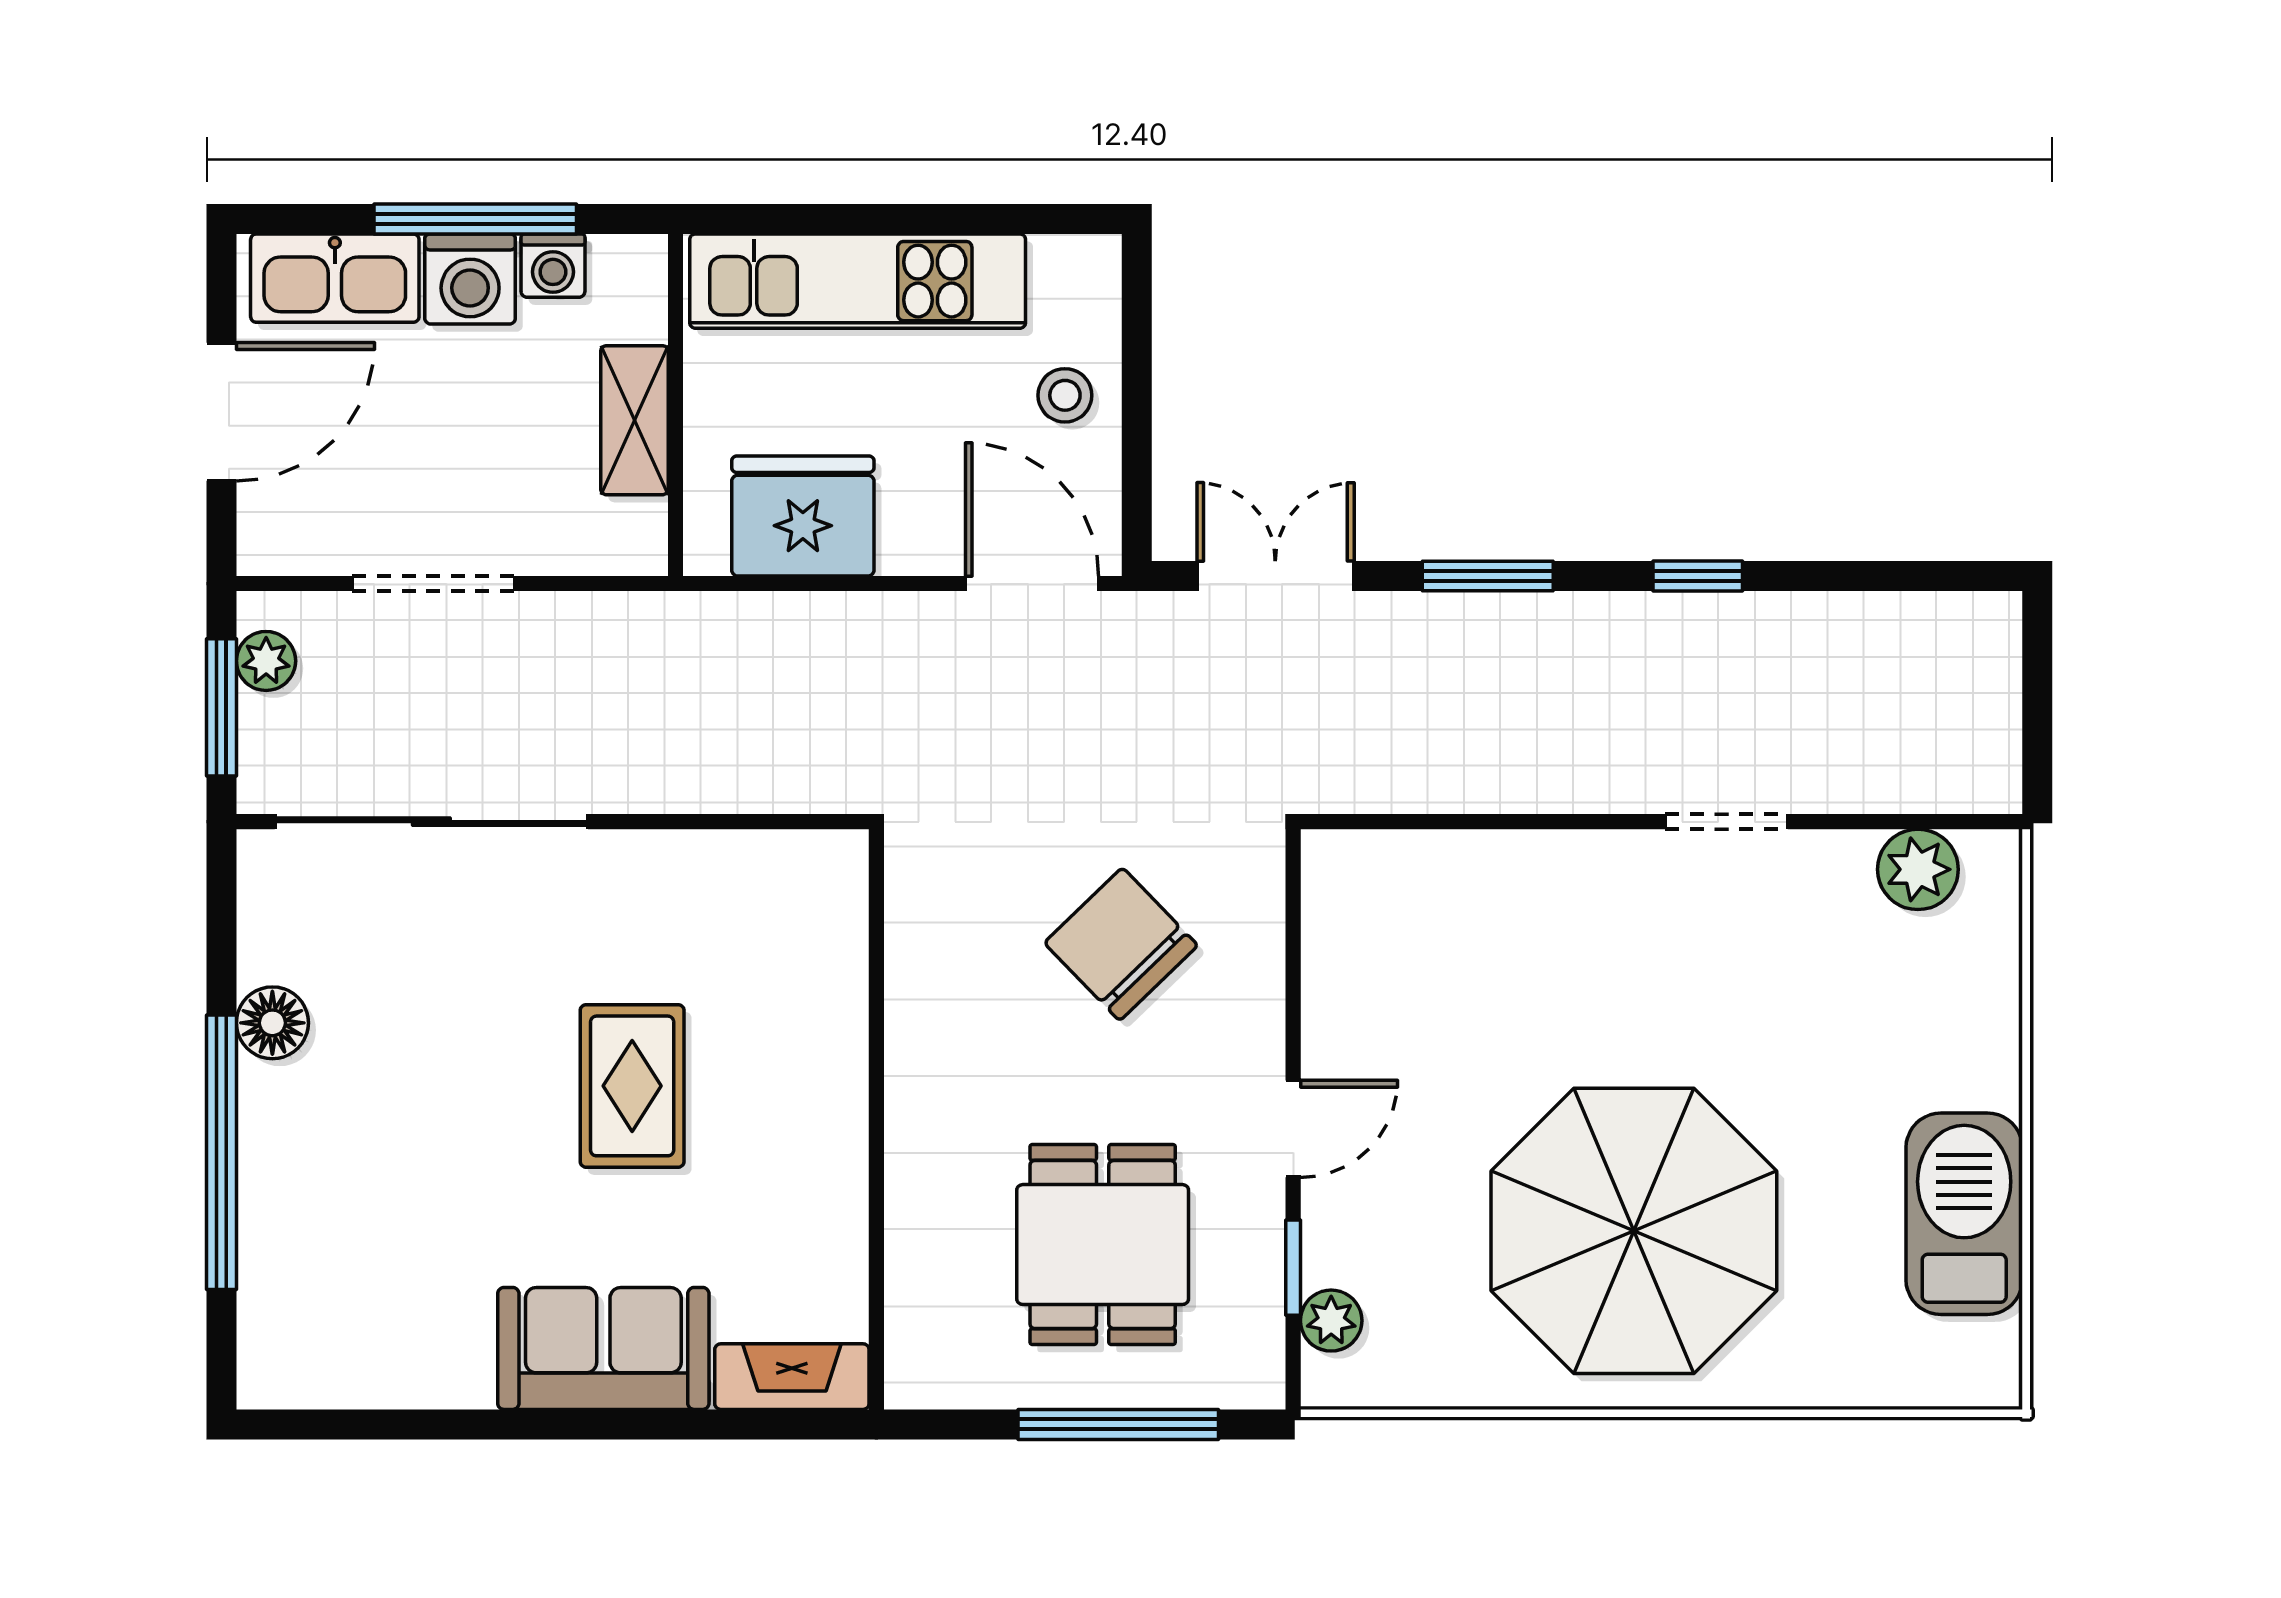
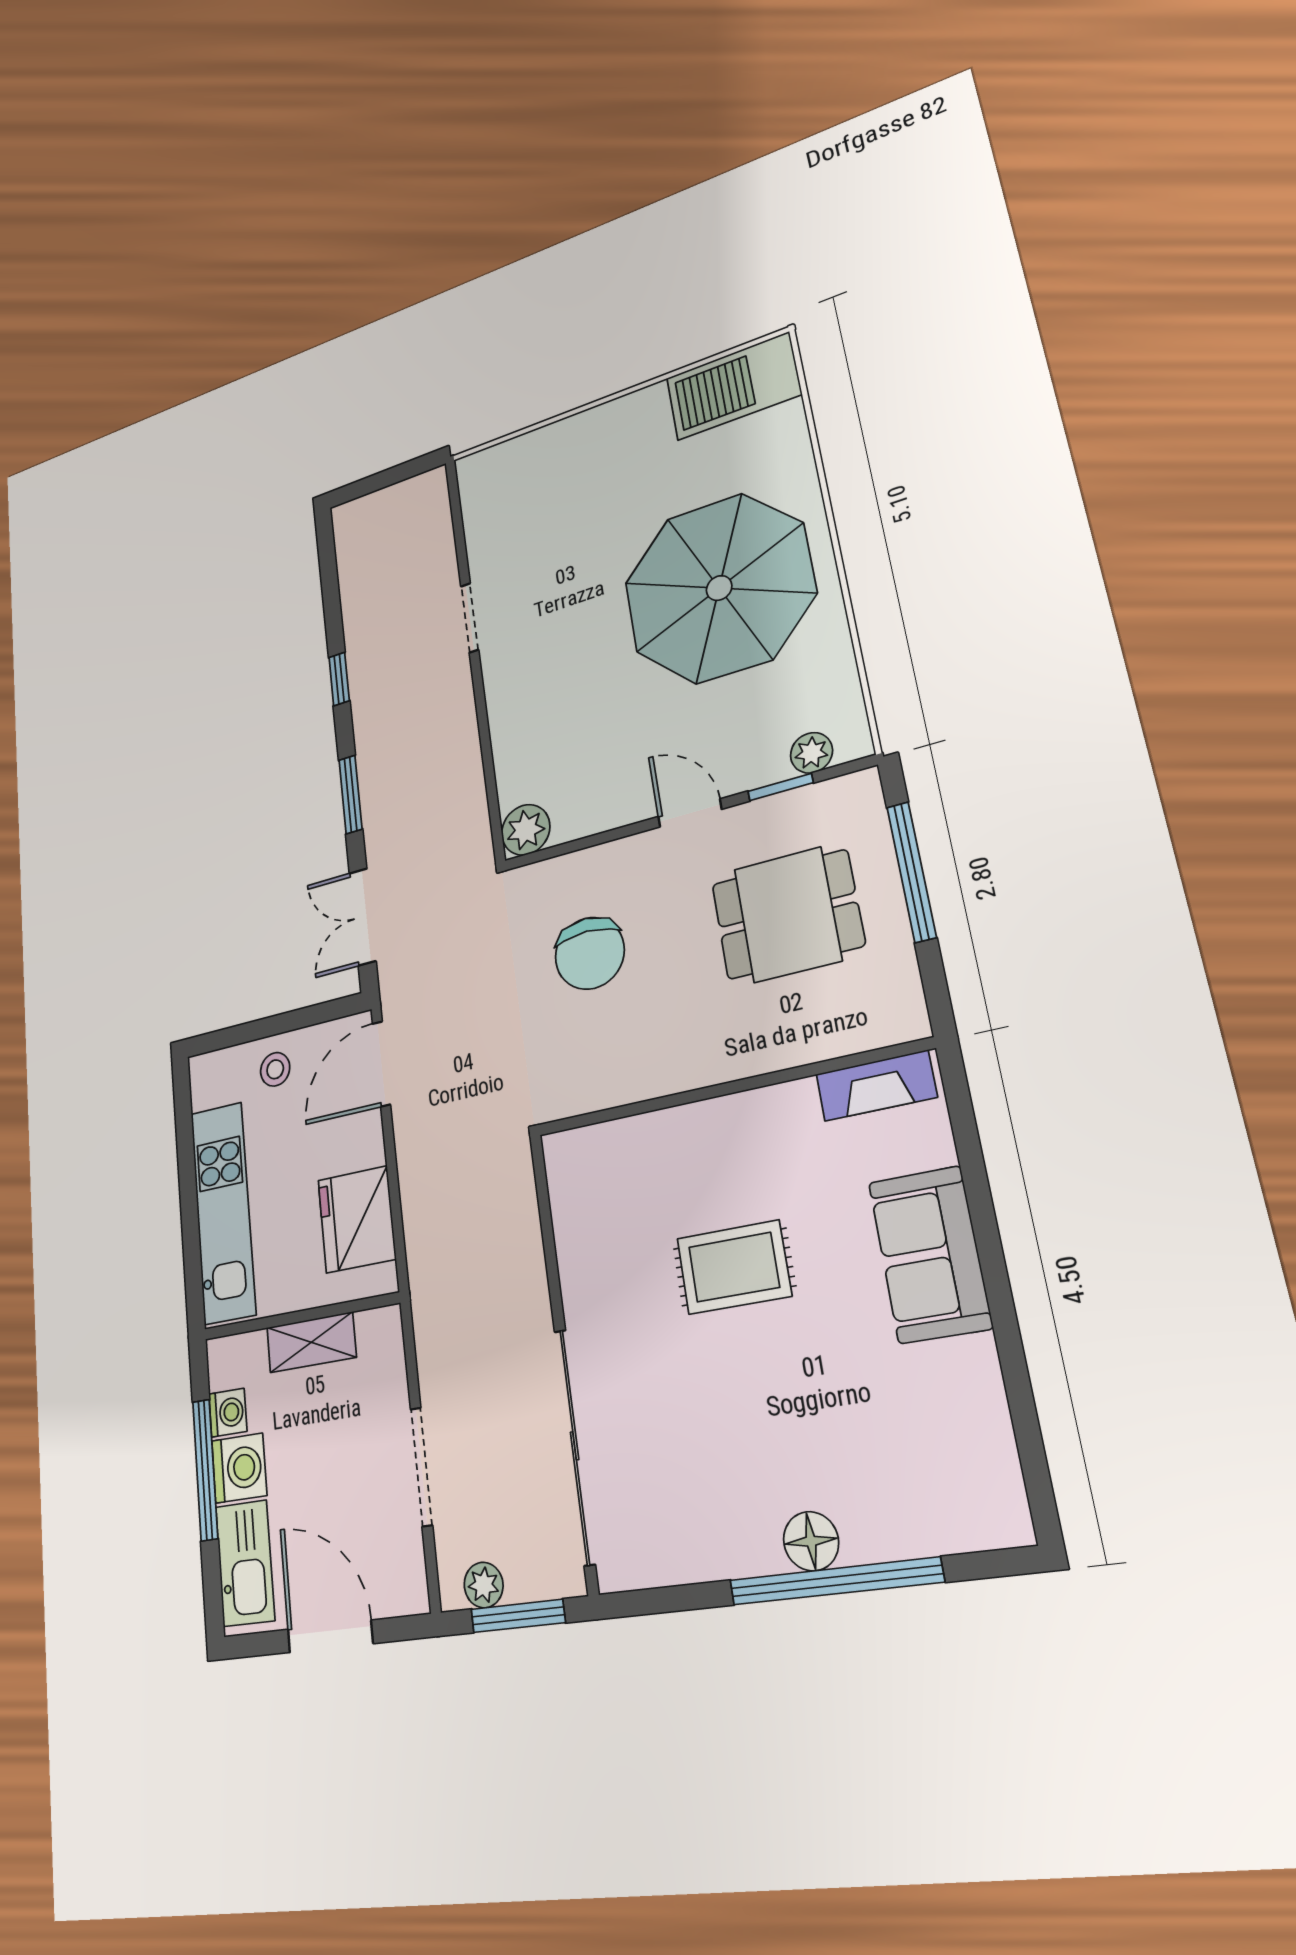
plant: (1918, 869) -> (526, 830), moved
chair: (1121, 944) -> (590, 953), turned -46
floor lamp: (272, 1023) -> (811, 1541), moved
barbecue: (1964, 1214) -> (733, 386), moved
fireplace: (792, 1377) -> (876, 1086), moved, turned -90

